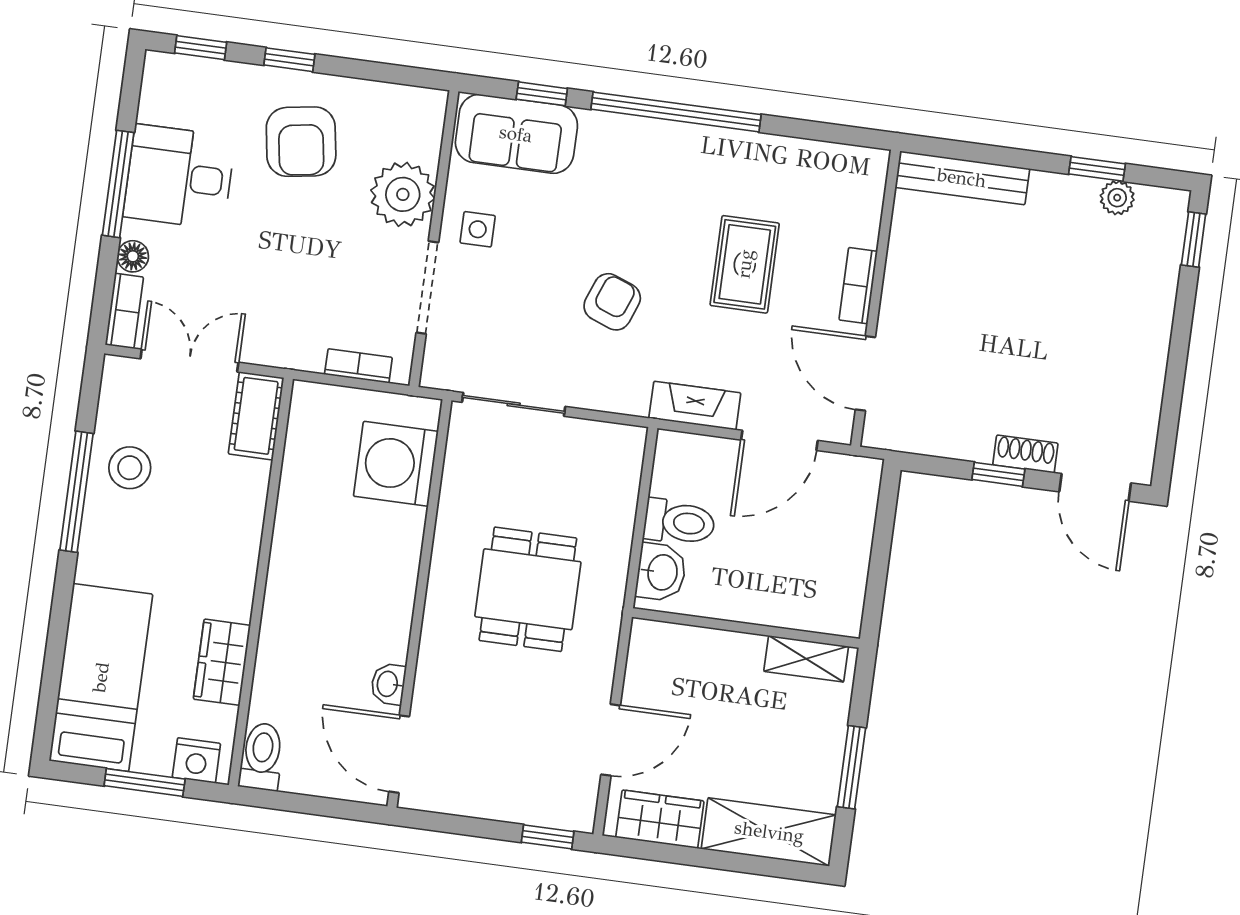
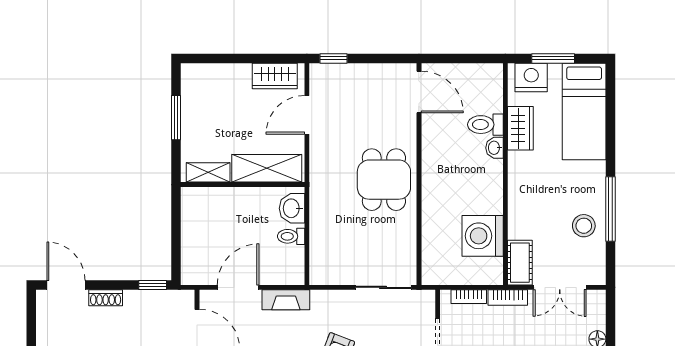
bookcase: (124, 311) -> (508, 298), moved, turned -90
washing machine: (396, 464) -> (483, 236), moved, turned 180
window: (998, 474) -> (153, 285), moved
toilet: (679, 522) -> (291, 236), width x0.73, depth x0.72
dining table: (528, 589) -> (384, 180), moved
washbasin: (388, 684) -> (494, 148), moved, turned 180
toilet: (262, 756) -> (485, 125), moved, turned 90
nightstand: (196, 760) -> (531, 77), width x1.36, depth x1.33
shelving: (769, 832) -> (267, 168), moved

